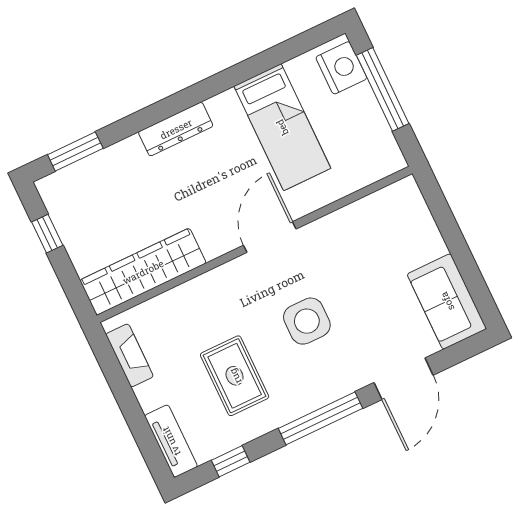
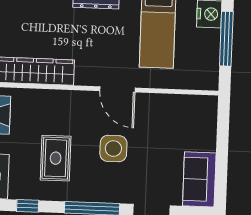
door: (270, 237) -> (117, 89), swing flipped

